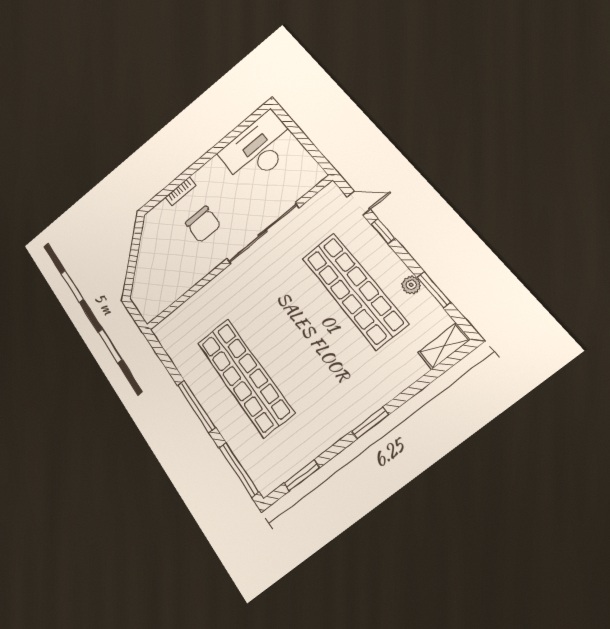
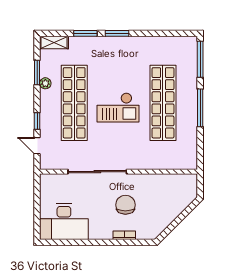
checkout: (295, 328) -> (118, 108), added
window: (302, 475) -> (85, 33), moved

